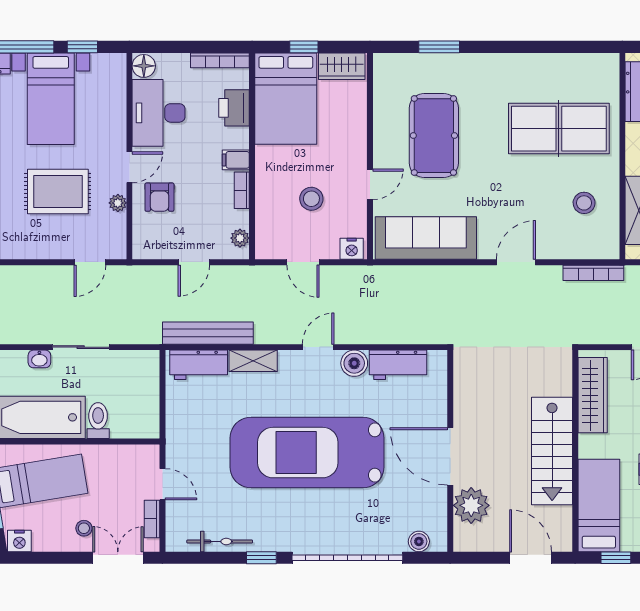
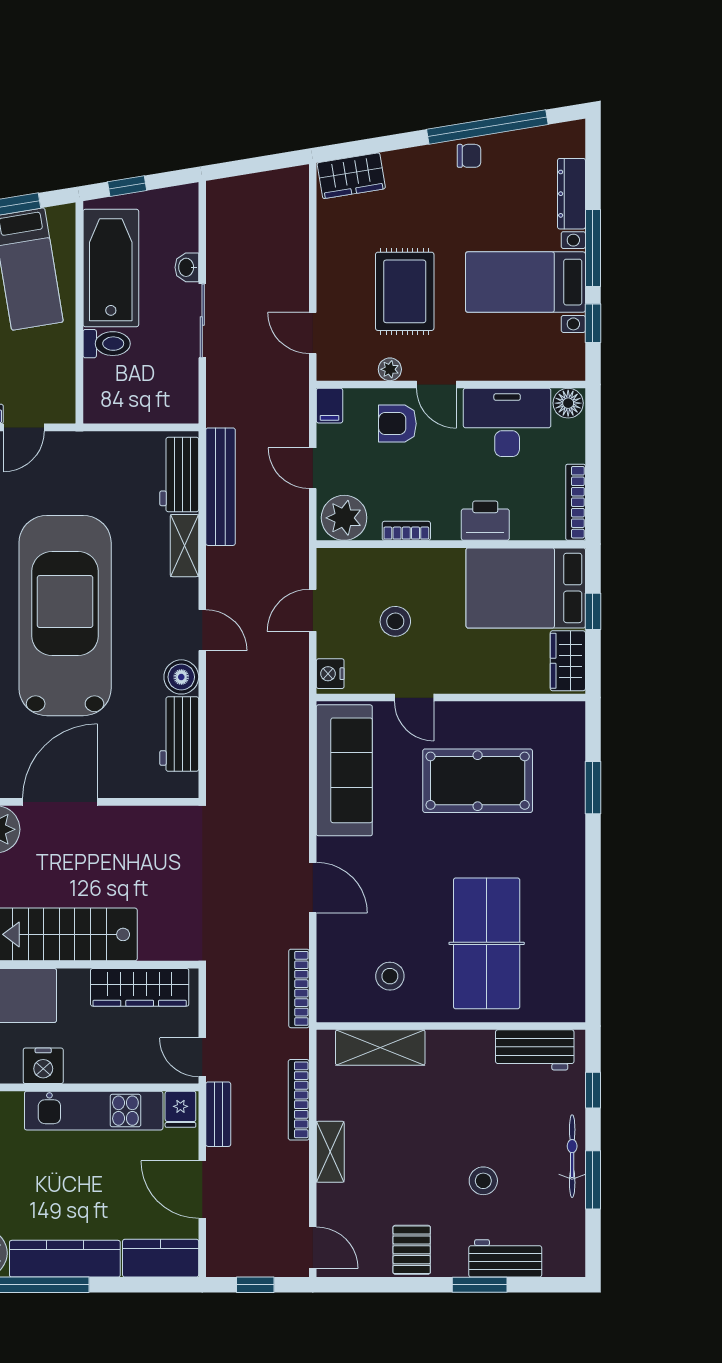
printer: (234, 108) -> (485, 521), moved
filing cabinet: (236, 160) -> (329, 406), moved, turned 180
plant: (240, 238) -> (344, 518), width x1.87, depth x1.87

